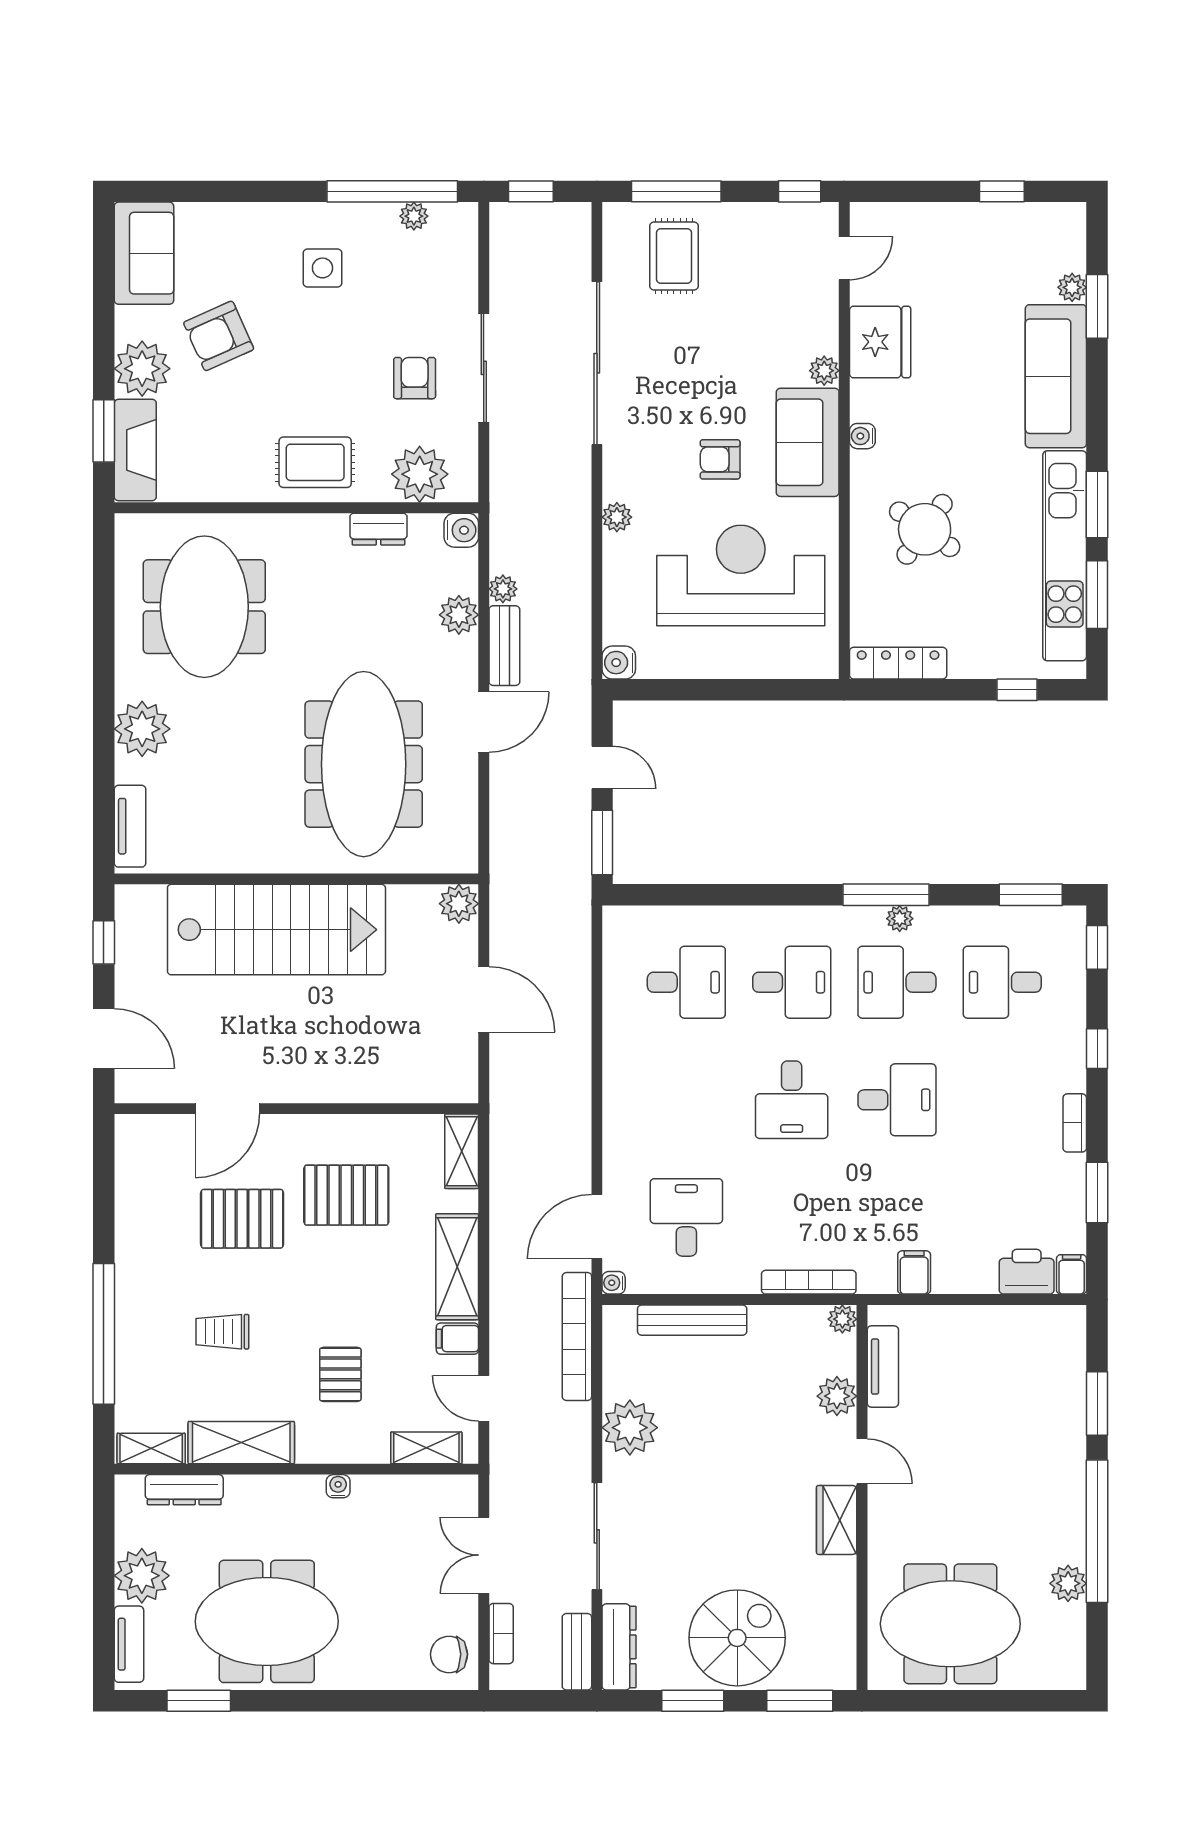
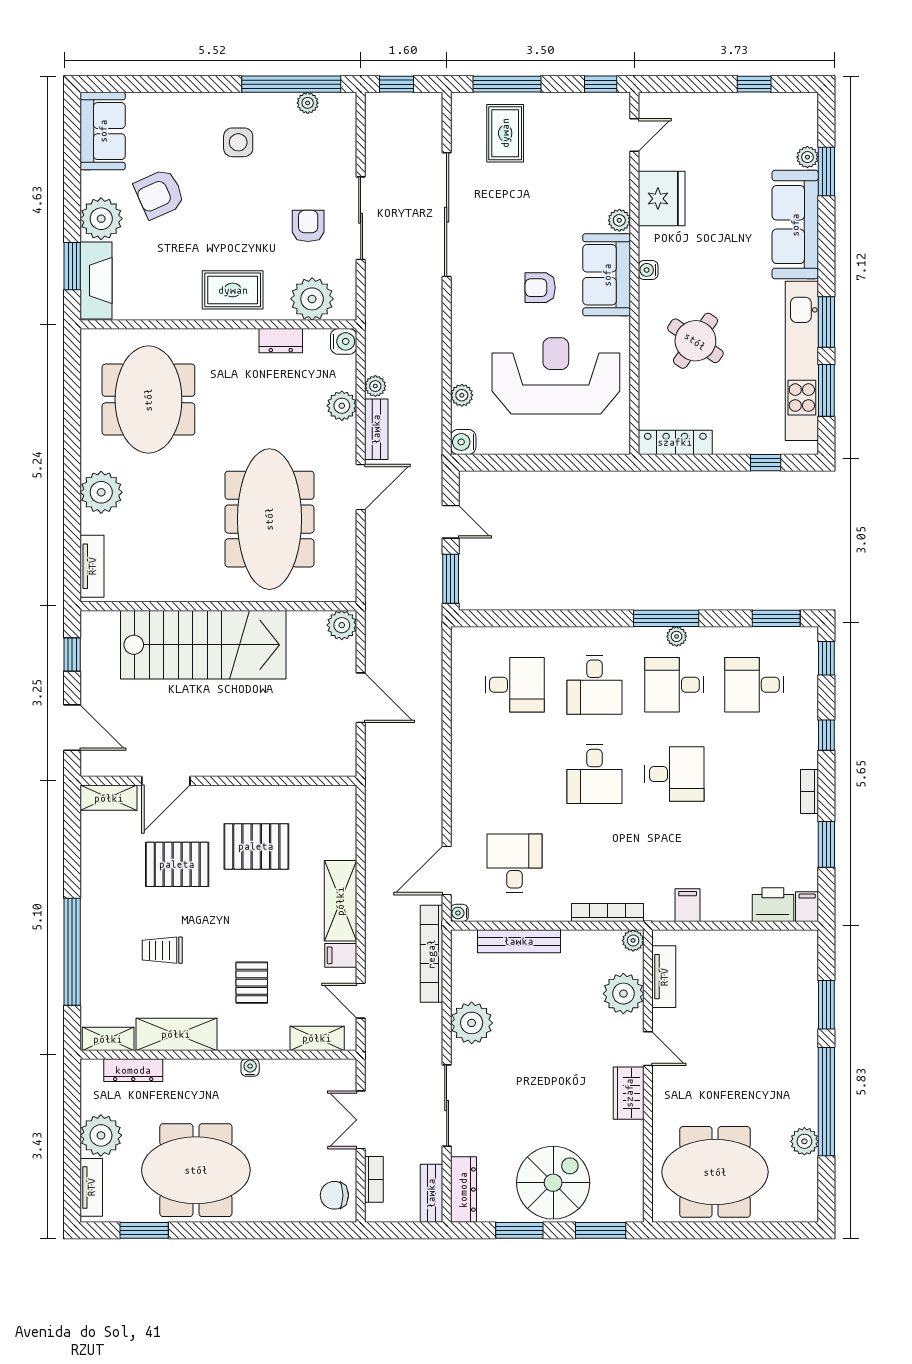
plant: (617, 517) -> (462, 395), moved
desk: (792, 982) -> (594, 685), turned 90
shelving: (462, 1151) -> (109, 798), moved, turned 90
plant: (837, 1396) -> (623, 994), width x1.36, depth x1.36

